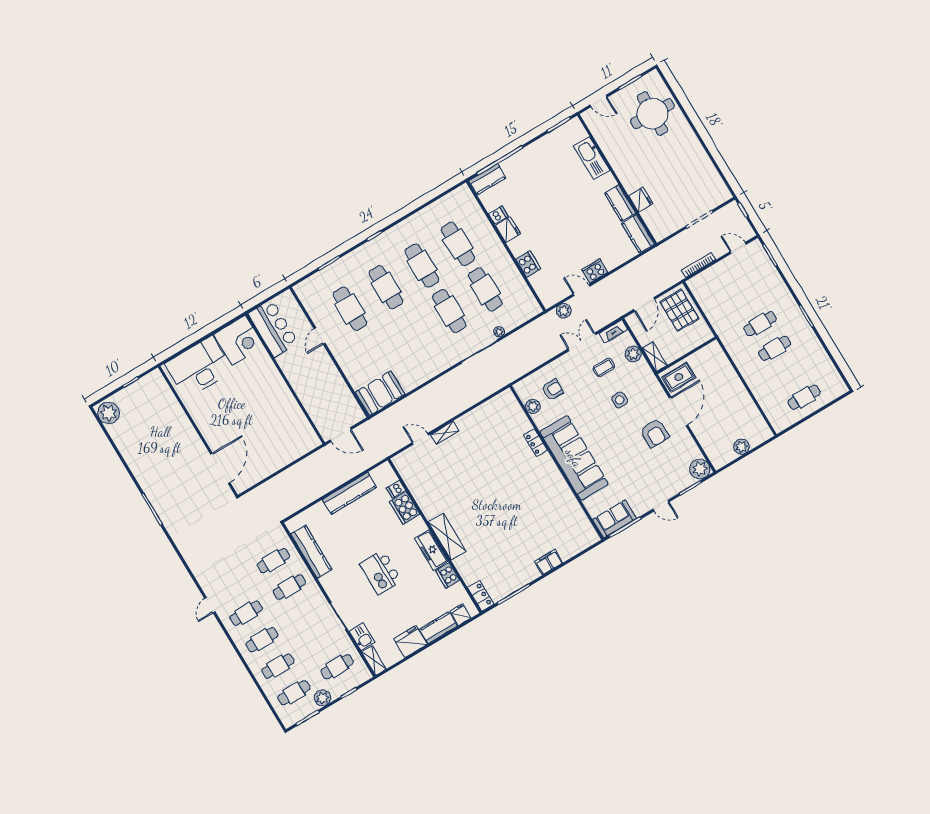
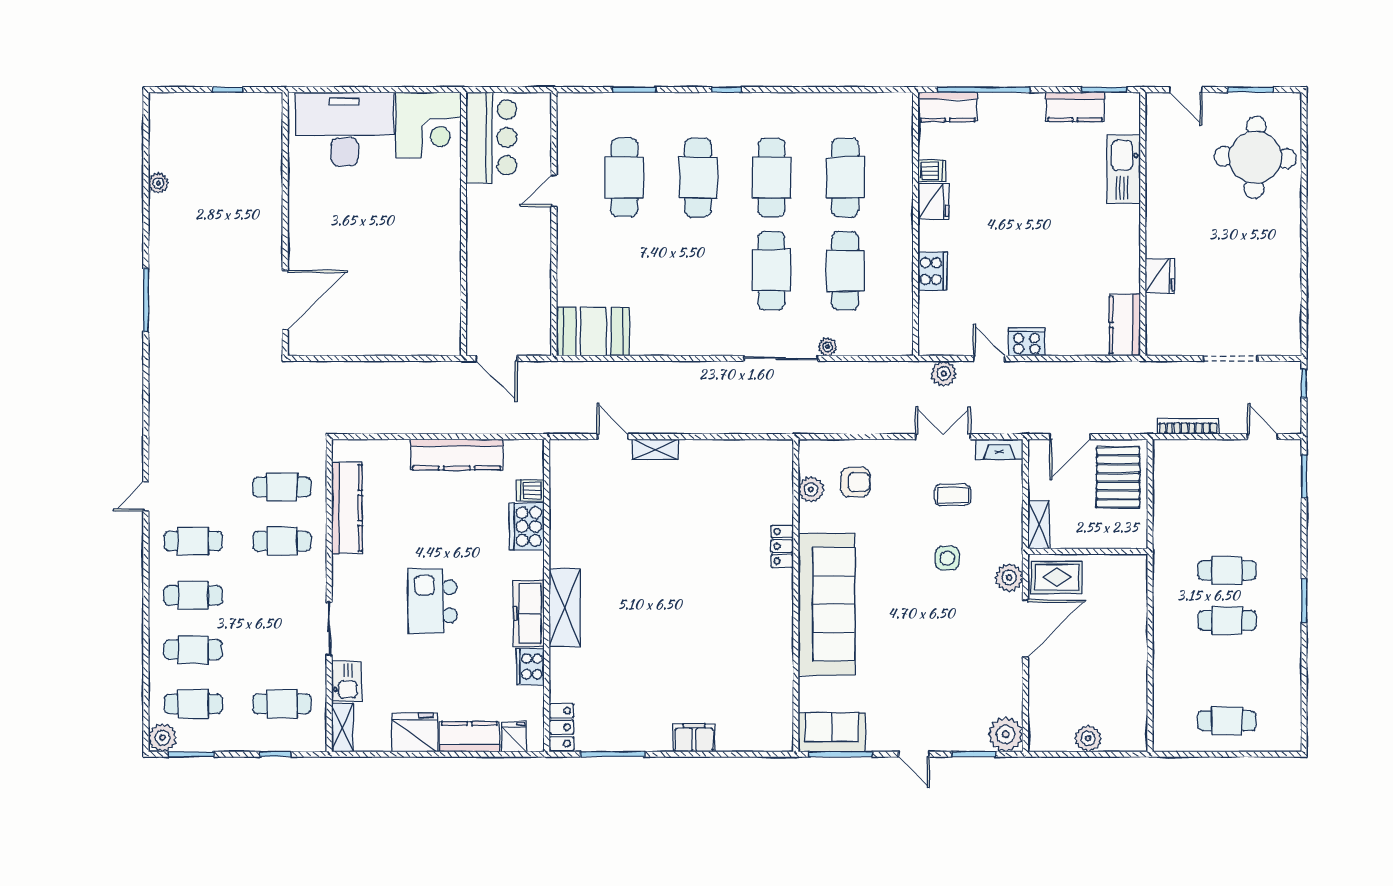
kitchen counter: (620, 203) -> (1075, 107), moved, turned -90
plant: (633, 354) -> (1009, 578), moved
plant: (109, 413) -> (158, 183), moved, width x0.53, depth x0.53
armchair: (655, 433) -> (970, 640), removed
plant: (323, 698) -> (162, 738), moved

